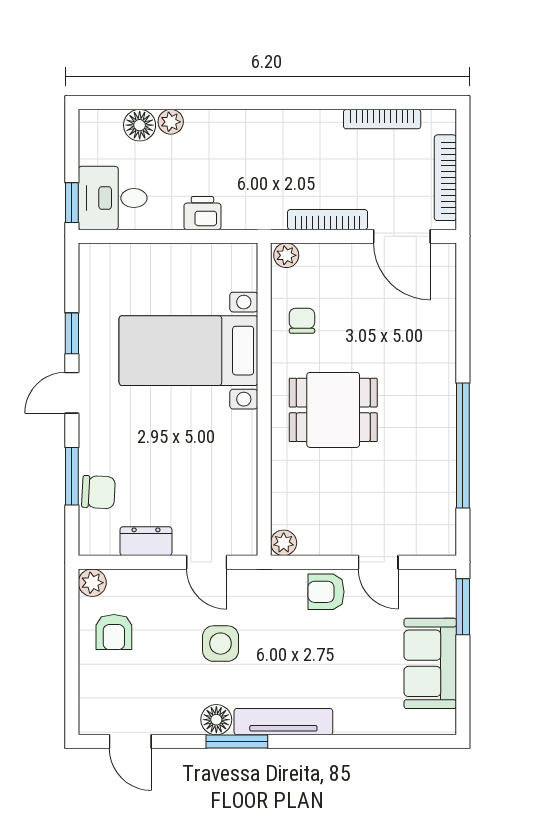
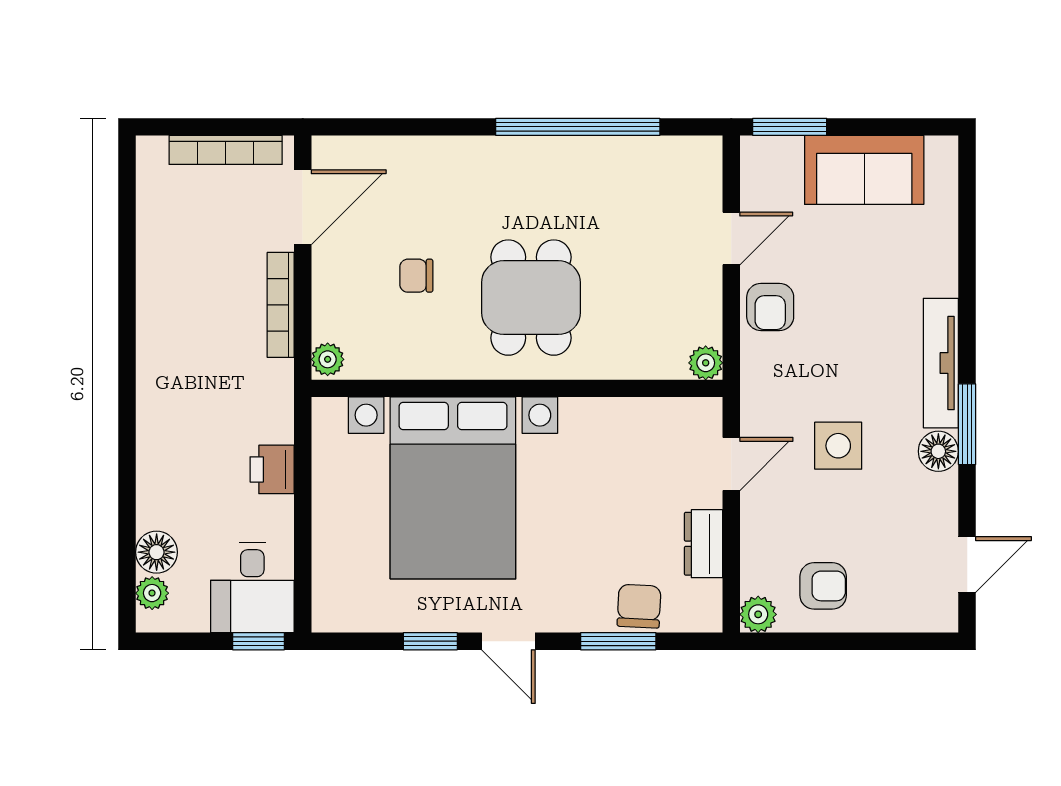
bookcase: (382, 119) -> (149, 233), removed
plant: (171, 122) -> (152, 593), moved
chair: (302, 321) -> (416, 276), moved
bed with nightstands: (188, 351) -> (453, 488), width x1.36

